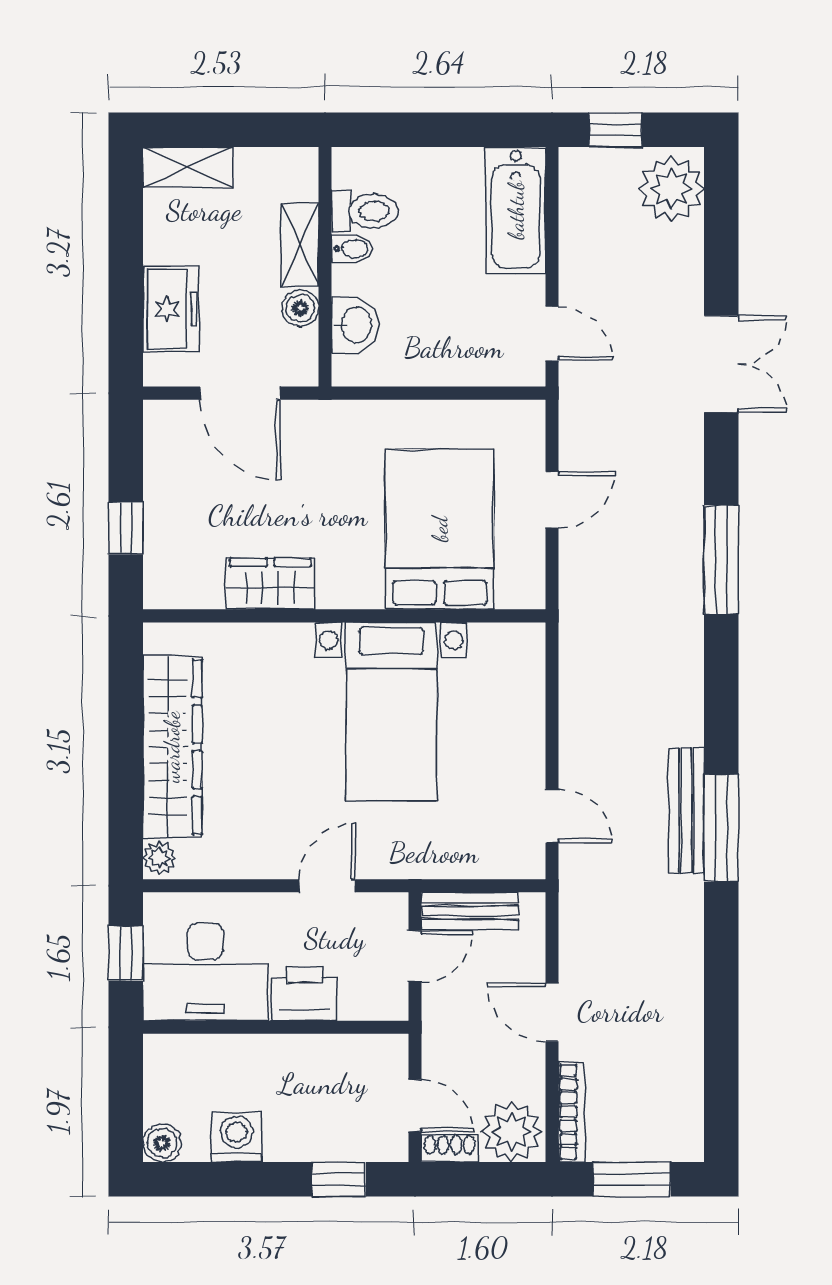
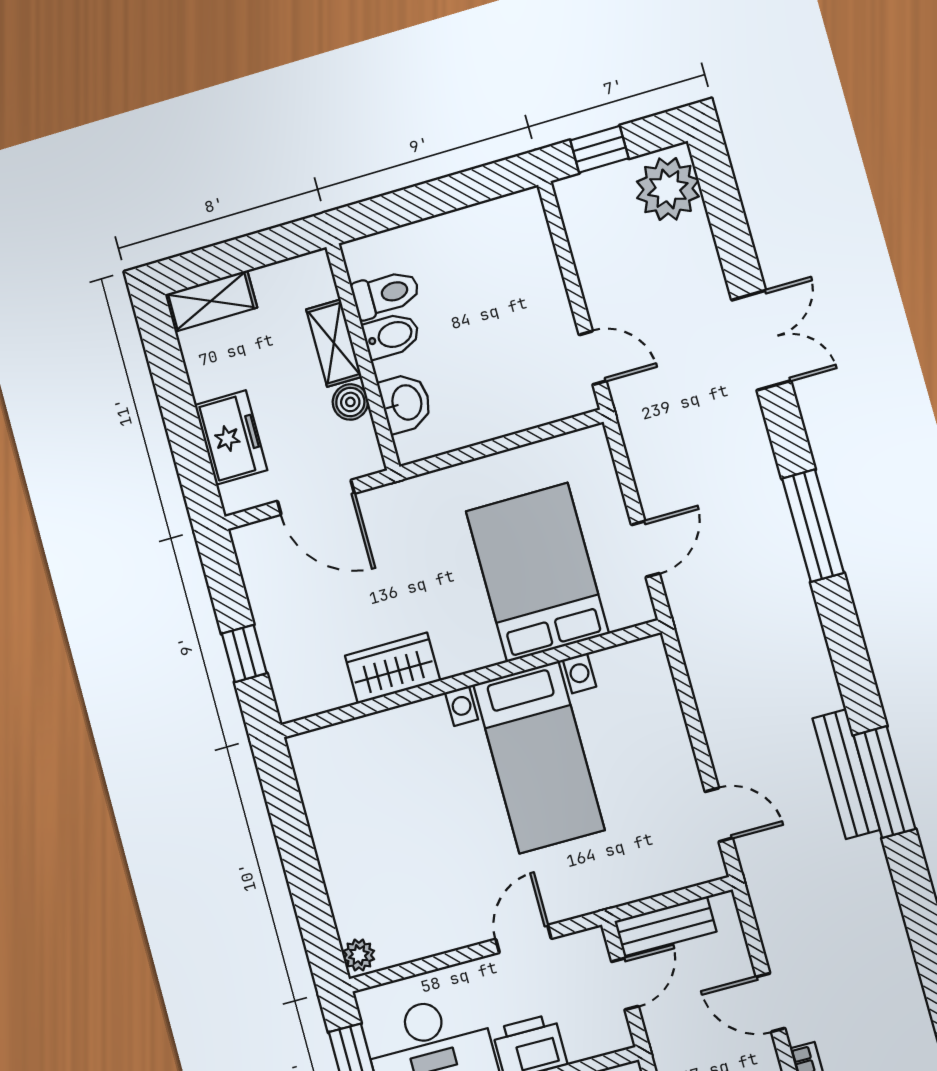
bathtub: (516, 210) -> (527, 252), removed
bidet: (352, 249) -> (391, 336), width x1.38, depth x1.36
door: (552, 500) -> (645, 549), moved
wardrobe: (172, 747) -> (343, 847), removed

